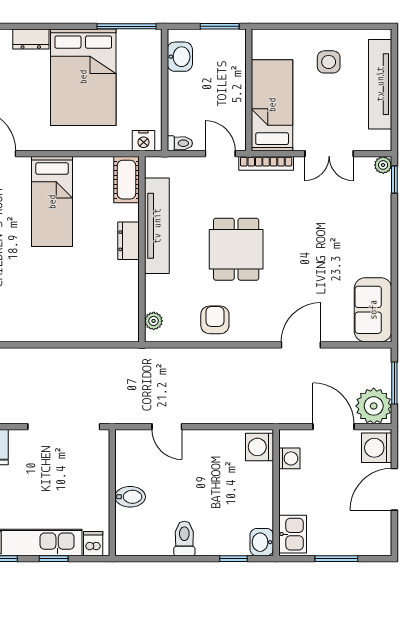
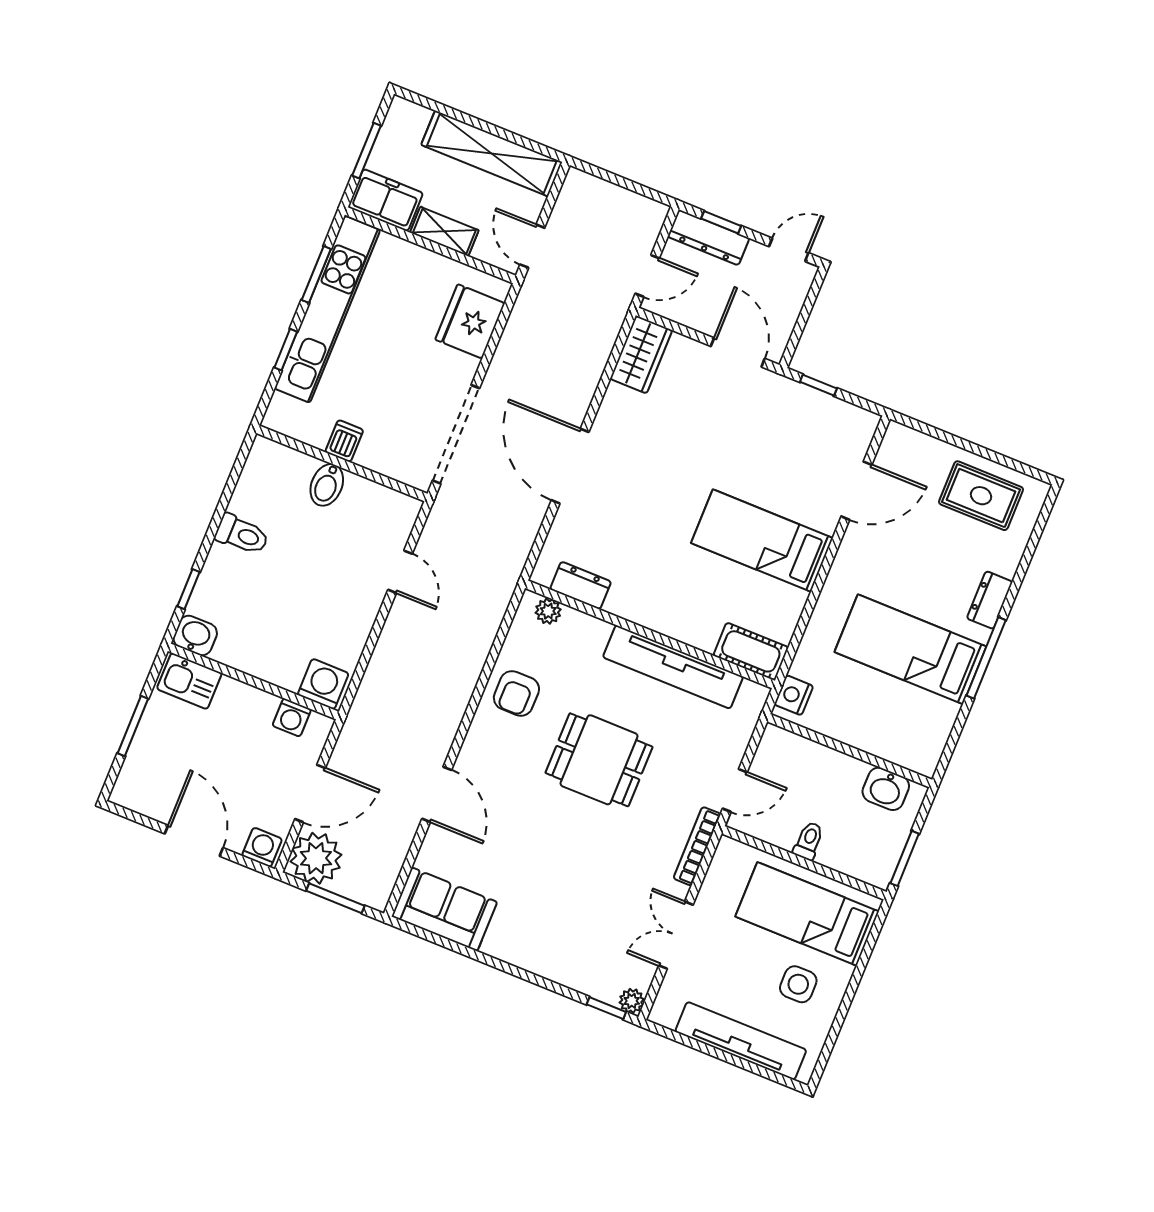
window: (127, 26) -> (986, 658), moved
bed: (83, 77) -> (910, 649), width x0.67
bed: (272, 105) -> (807, 914), moved, turned 180
toilet: (180, 143) -> (809, 841), moved, turned 180
dresser: (128, 241) -> (581, 585), moved
armchair: (215, 320) -> (516, 693), turned 90
door: (54, 345) -> (570, 466), added
door: (167, 427) -> (400, 572), swing flipped
washing machine: (377, 448) -> (262, 847), width x0.73, depth x0.73
dishwasher: (93, 544) -> (344, 441), moved, turned -90

